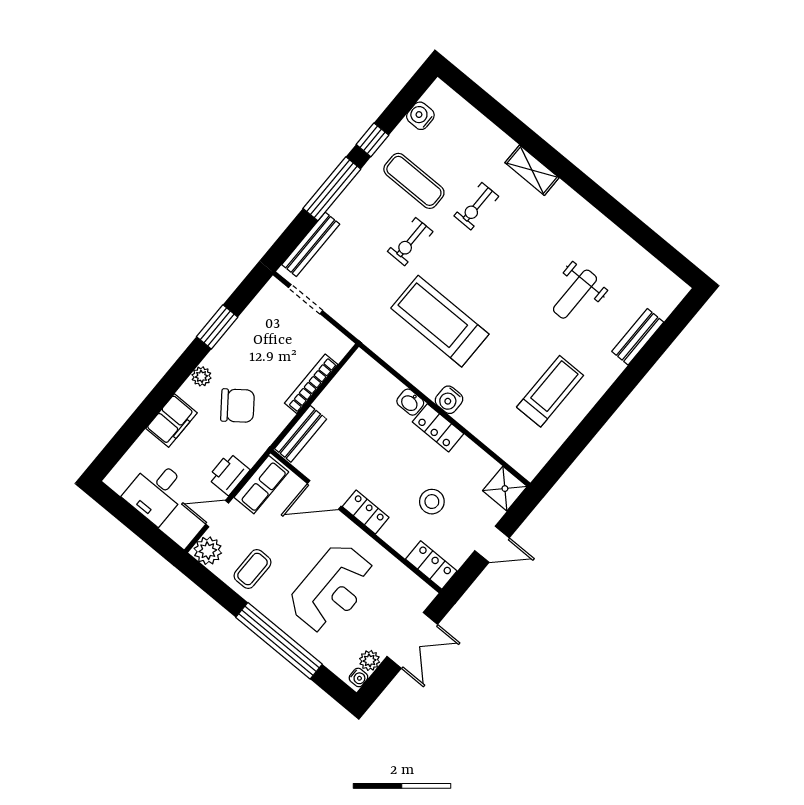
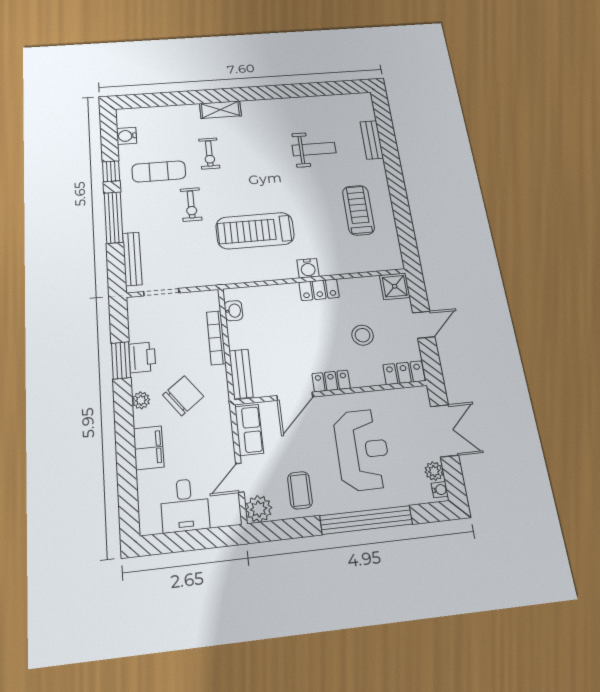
weight bench: (575, 294) -> (314, 149), turned -90
washbasin: (410, 402) -> (233, 311), moved, turned -90
printer: (229, 474) -> (142, 357), moved, turned 180

